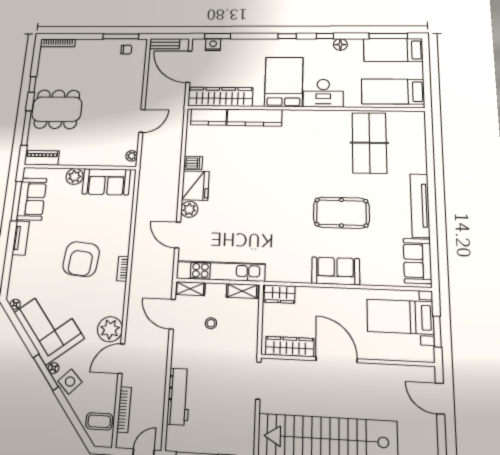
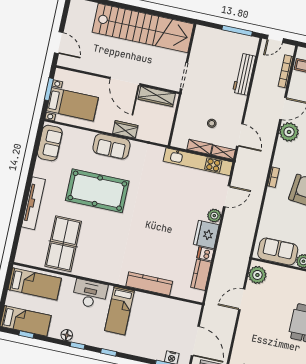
window: (388, 36) -> (26, 335), width x0.46
bed: (284, 82) -> (120, 311), width x0.67
wardrobe: (220, 97) -> (174, 308), removed
kitchen counter: (209, 117) -> (201, 275), moved, turned -90
plant: (132, 156) -> (257, 275), width x1.88, depth x1.88
tv unit: (420, 205) -> (33, 203), moved
pool table: (341, 213) -> (97, 191), width x1.36, depth x1.32
door: (178, 235) -> (227, 196), hinge flipped
shelving: (242, 291) -> (200, 147), moved
wardrobe: (280, 294) -> (125, 129), moved

